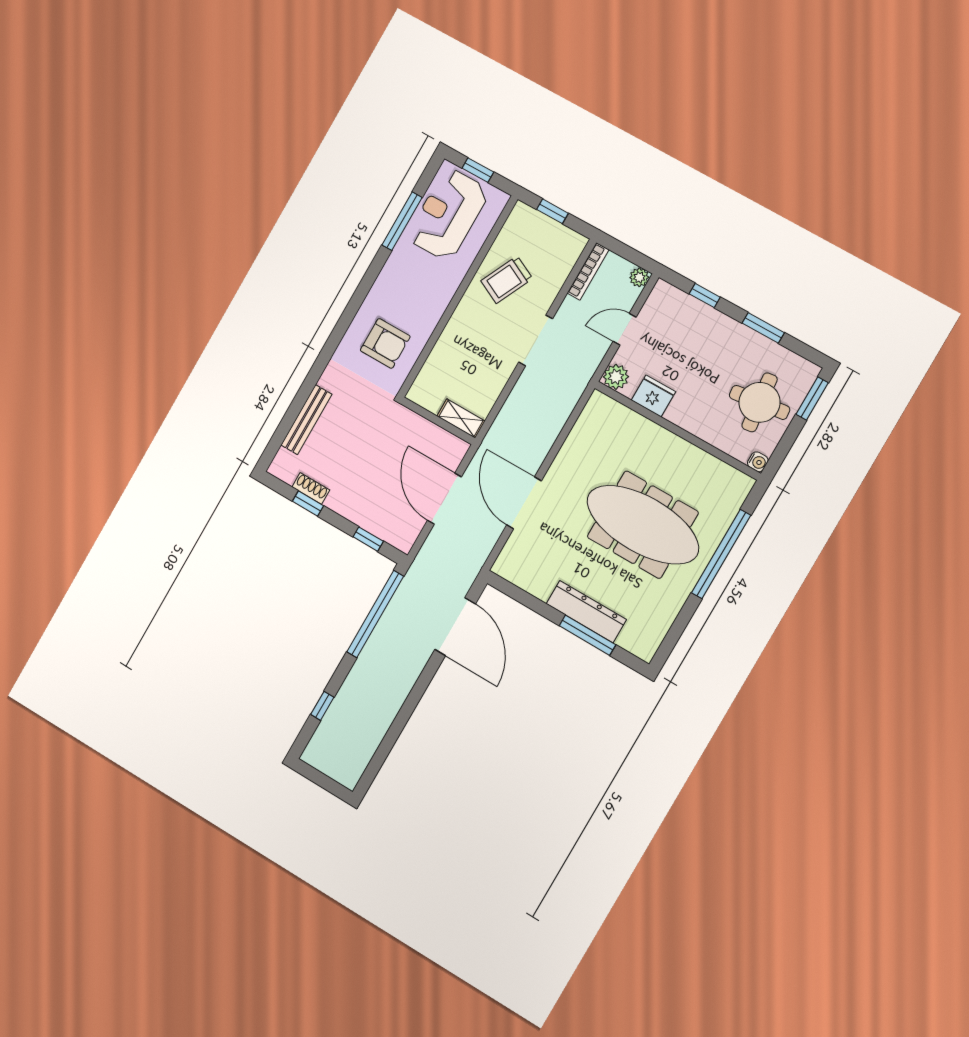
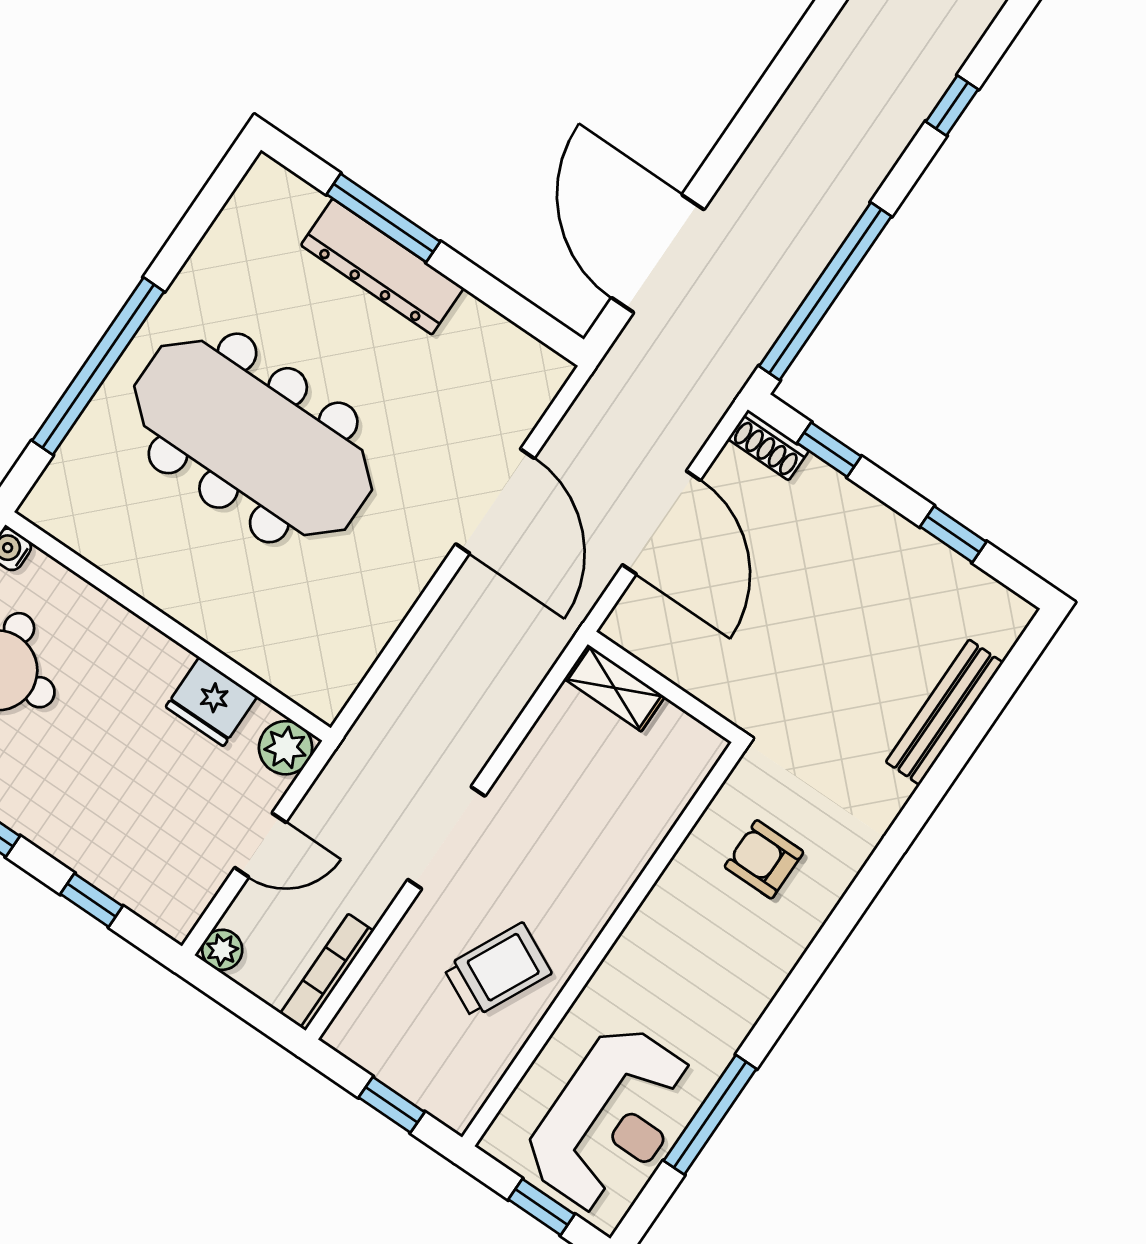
armchair: (385, 343) -> (764, 859), width x0.72, depth x0.72
shoe rack: (311, 488) -> (768, 445), moved

